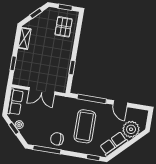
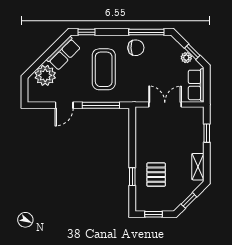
pallet: (64, 27) -> (156, 175), moved
window: (72, 68) -> (132, 177), moved
door: (120, 104) -> (64, 105), swing flipped

